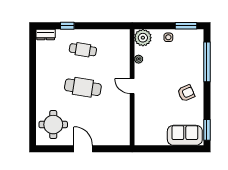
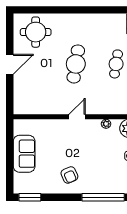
sofa: (185, 135) -> (24, 154), moved

